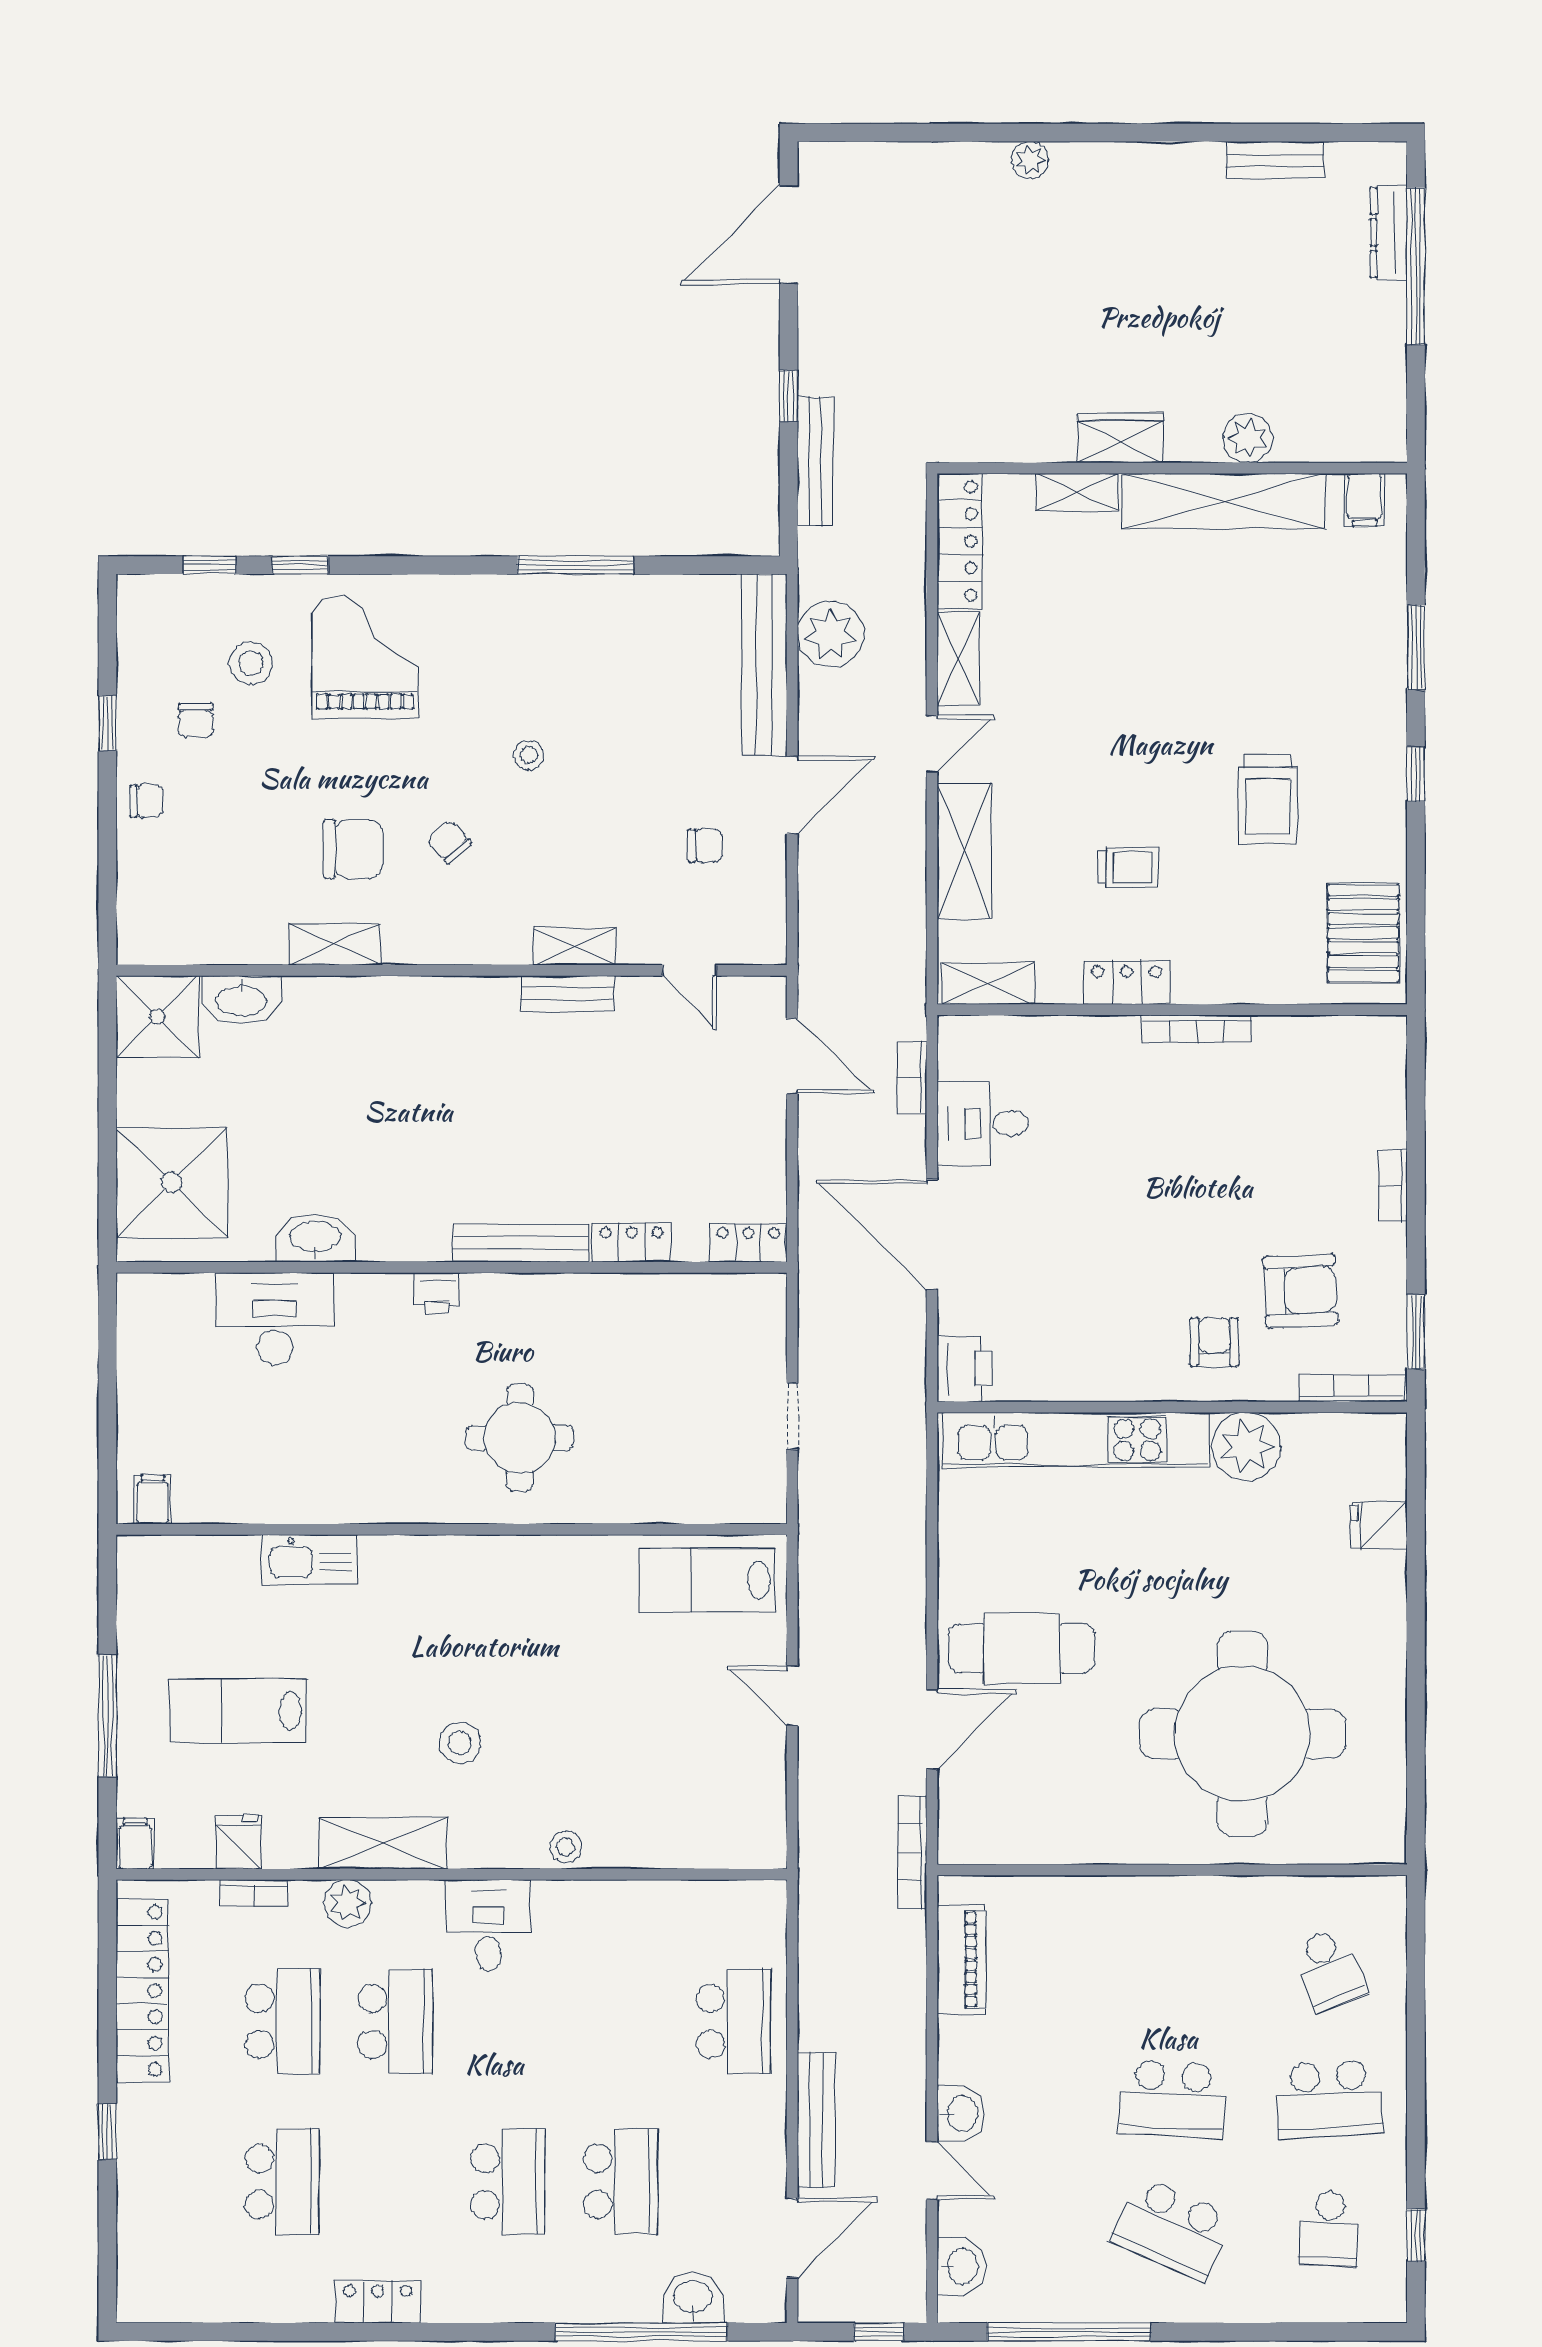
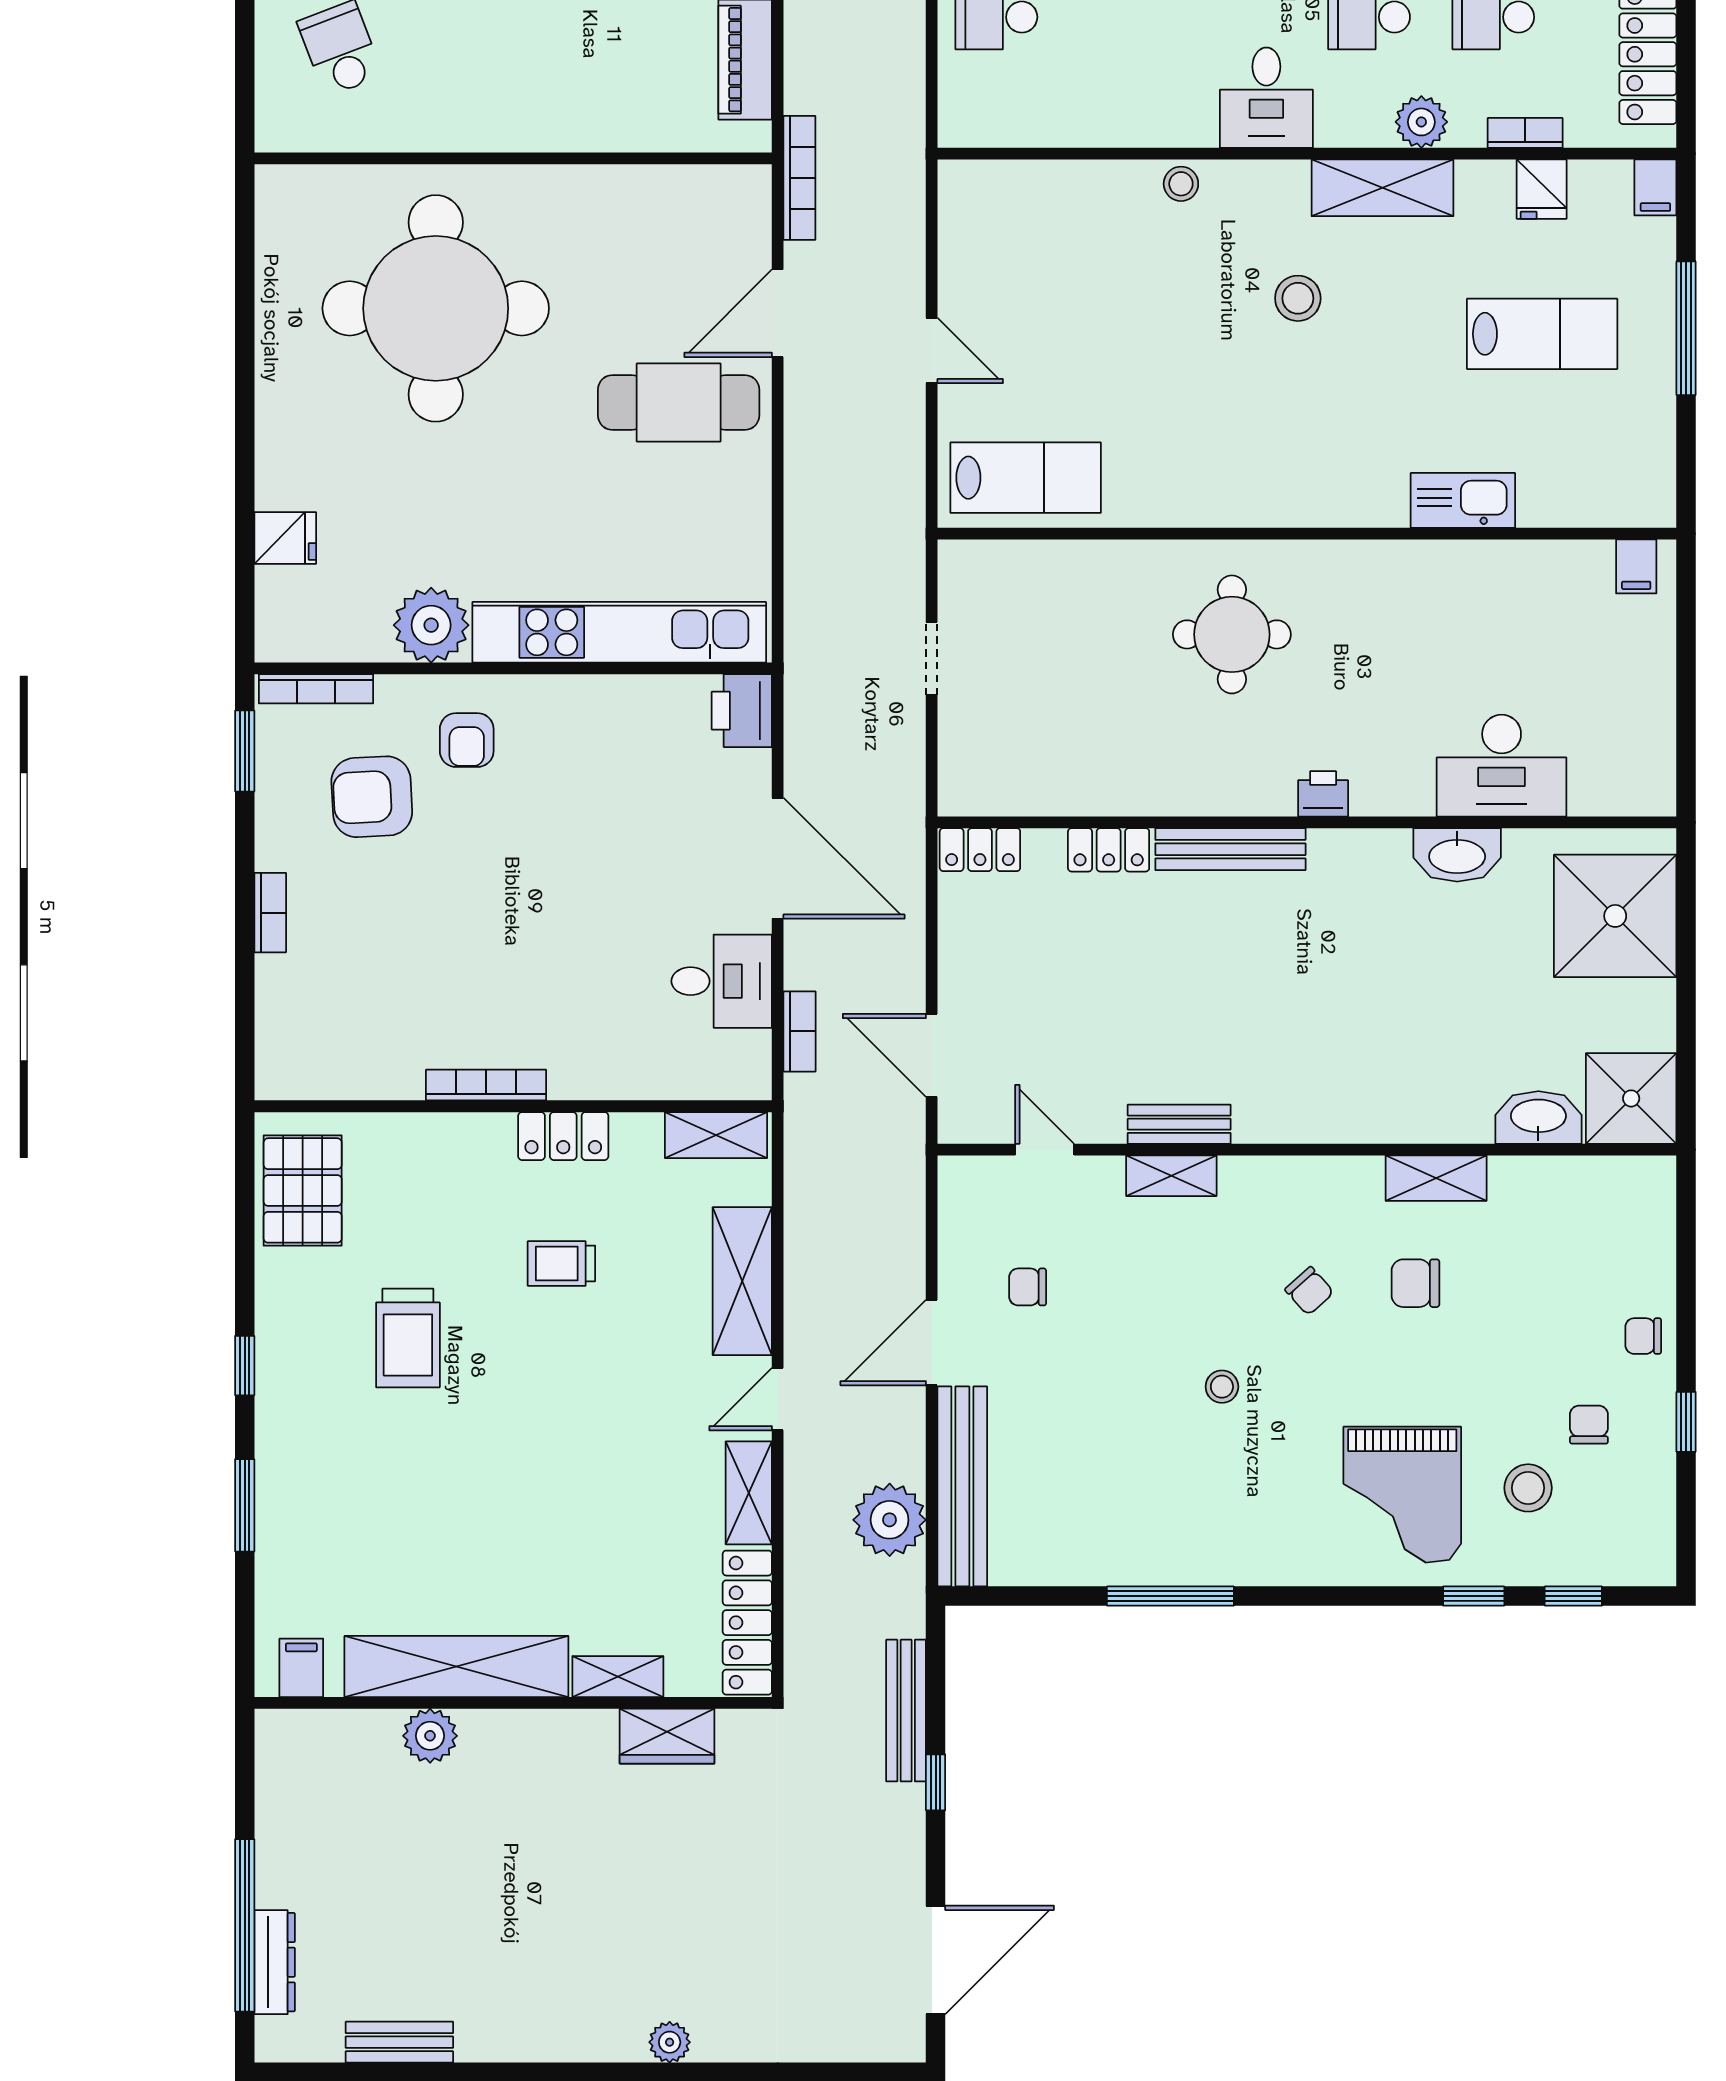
wardrobe: (1120, 438) -> (667, 1736), moved
trolley: (1268, 799) -> (408, 1338), turned 180
chair: (353, 849) -> (1415, 1283), width x0.73, depth x0.73

